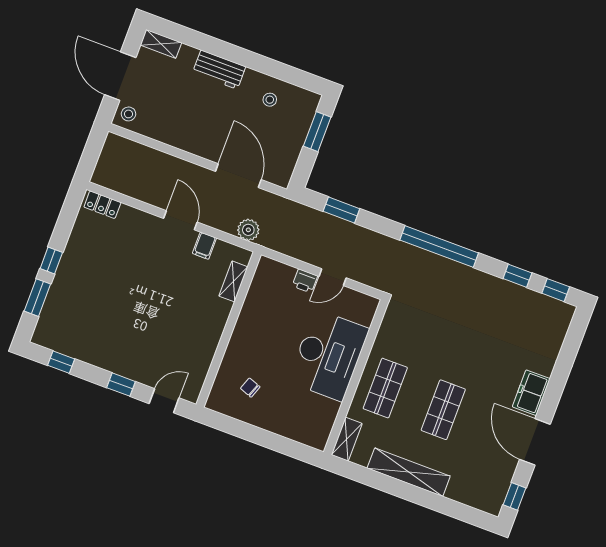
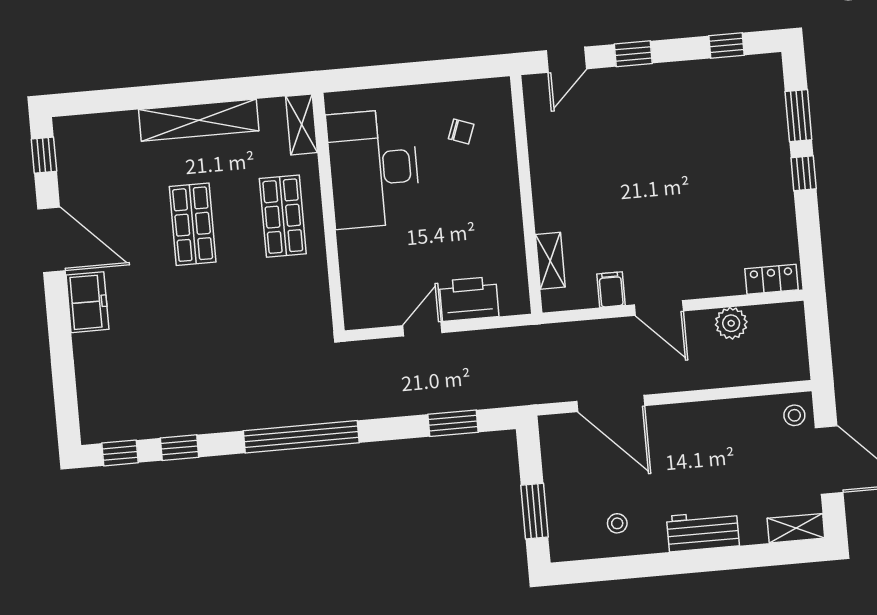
plant: (248, 230) -> (731, 323), moved
printer: (305, 281) -> (469, 299), width x1.87, depth x1.48
desk: (329, 355) -> (373, 169), moved

